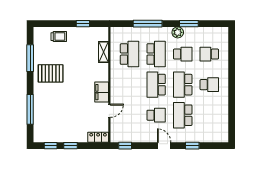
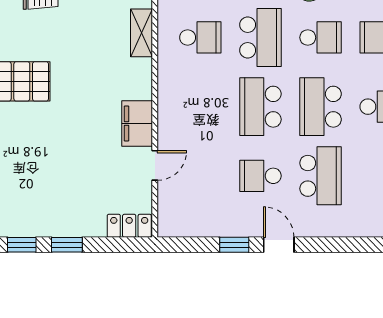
school desk: (130, 54) -> (200, 37), width x0.54
school desk: (156, 115) -> (260, 176), turned 180
school desk: (183, 115) -> (321, 176), turned 180
window: (125, 146) -> (234, 245), moved
window: (192, 146) -> (342, 245), removed

